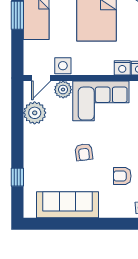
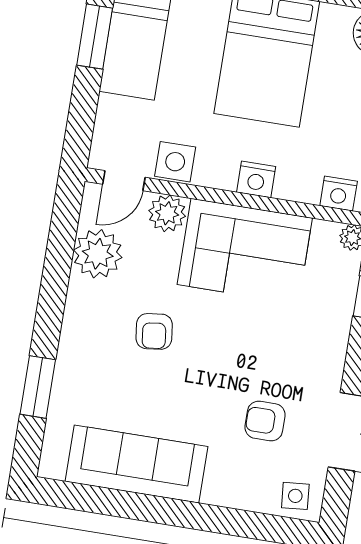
nightstand: (122, 68) -> (256, 179), moved
armchair: (84, 152) -> (154, 331), moved
window: (17, 177) -> (38, 387), width x1.50

